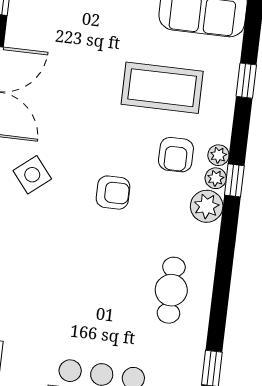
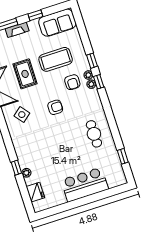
window: (246, 81) -> (92, 61), moved
rug: (80, 89) -> (25, 74), added
plant: (207, 206) -> (93, 96), removed

